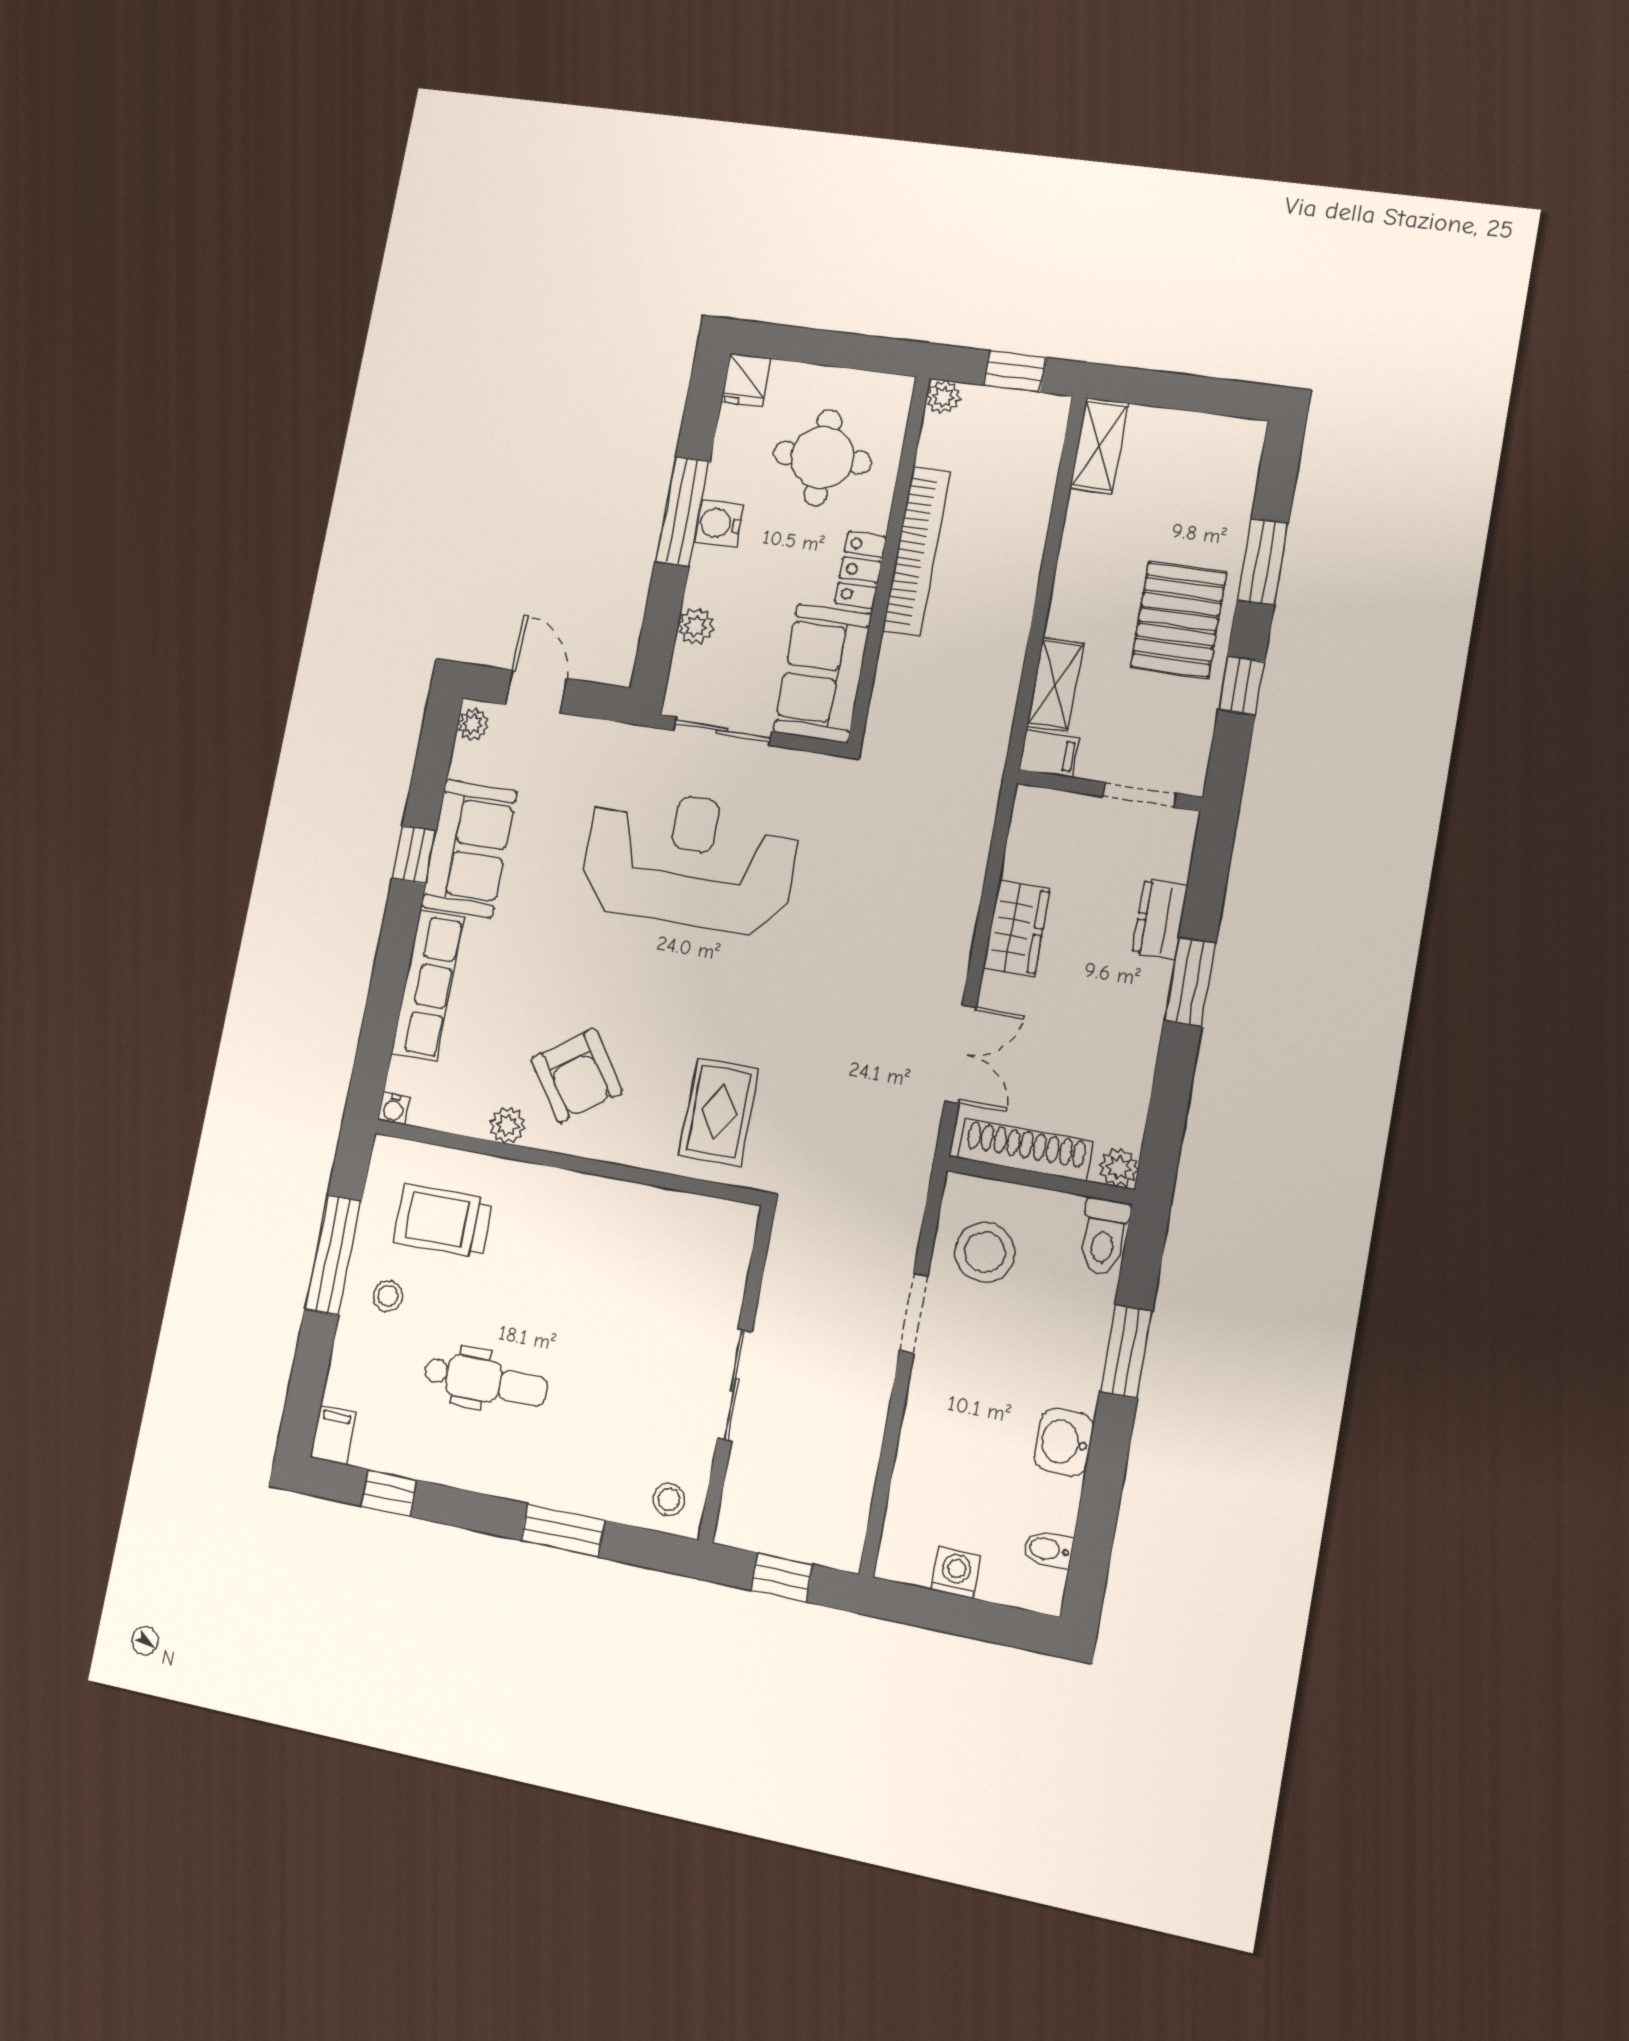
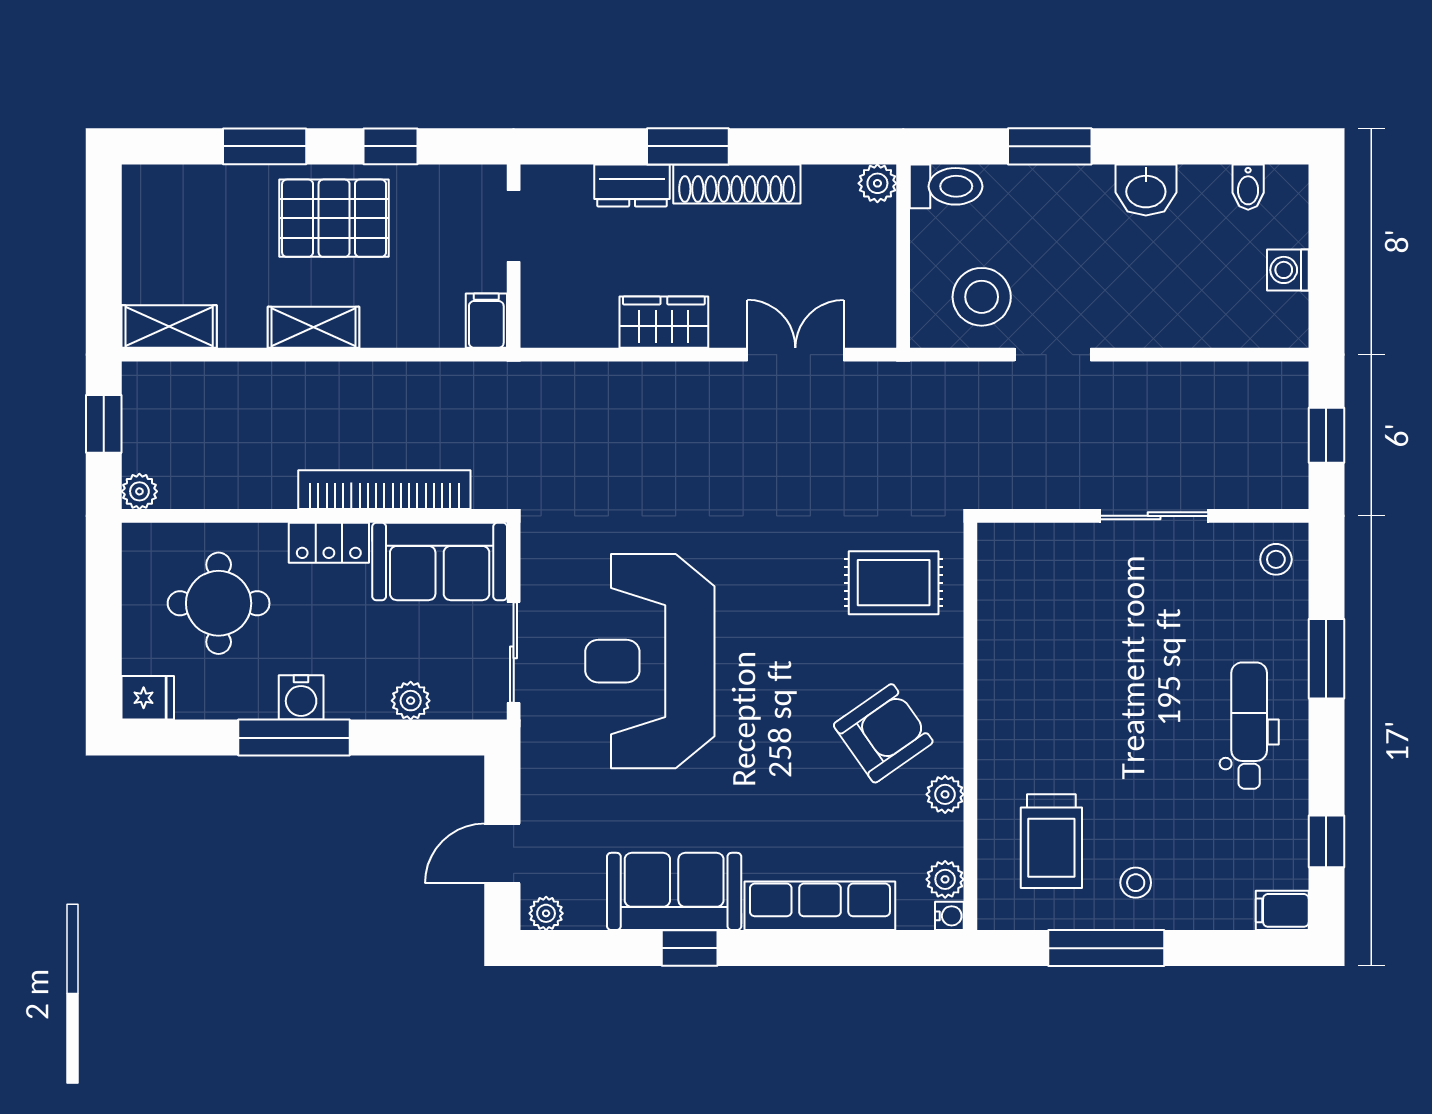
bookcase: (916, 551) -> (384, 490), moved
shelving: (1055, 685) -> (313, 327), moved
plant: (428, 1111) -> (945, 879), added
shoe rack: (1026, 1150) -> (737, 184), moved, turned -90
dental chair: (486, 1381) -> (1249, 726), moved

